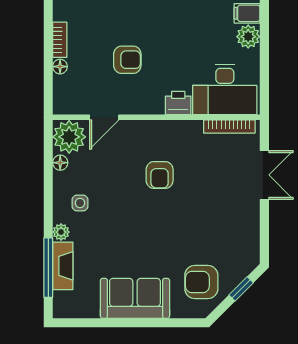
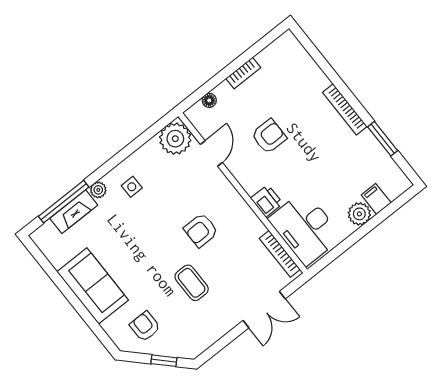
armchair: (127, 60) -> (269, 136), turned -90
floor lamp: (60, 67) -> (209, 100), moved
door: (104, 117) -> (211, 153), swing flipped
floor lamp: (60, 163) -> (150, 147), removed
coffee table: (196, 216) -> (192, 283), added
armchair: (201, 282) -> (145, 326), width x0.72, depth x0.72

